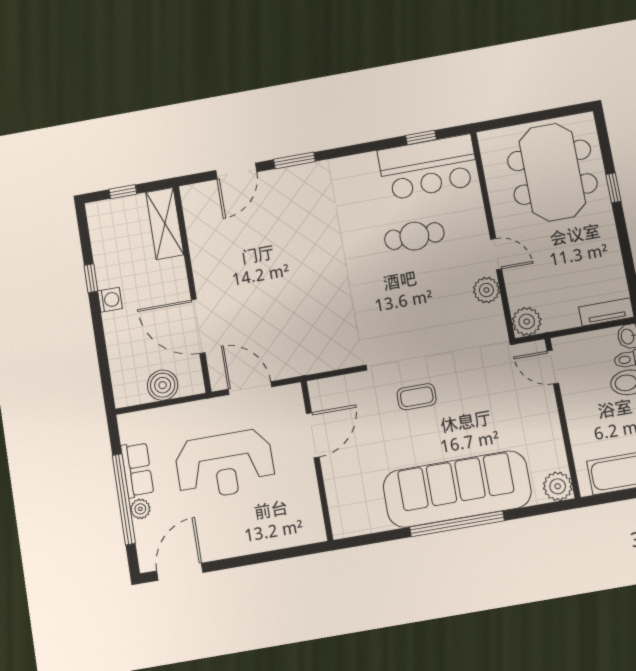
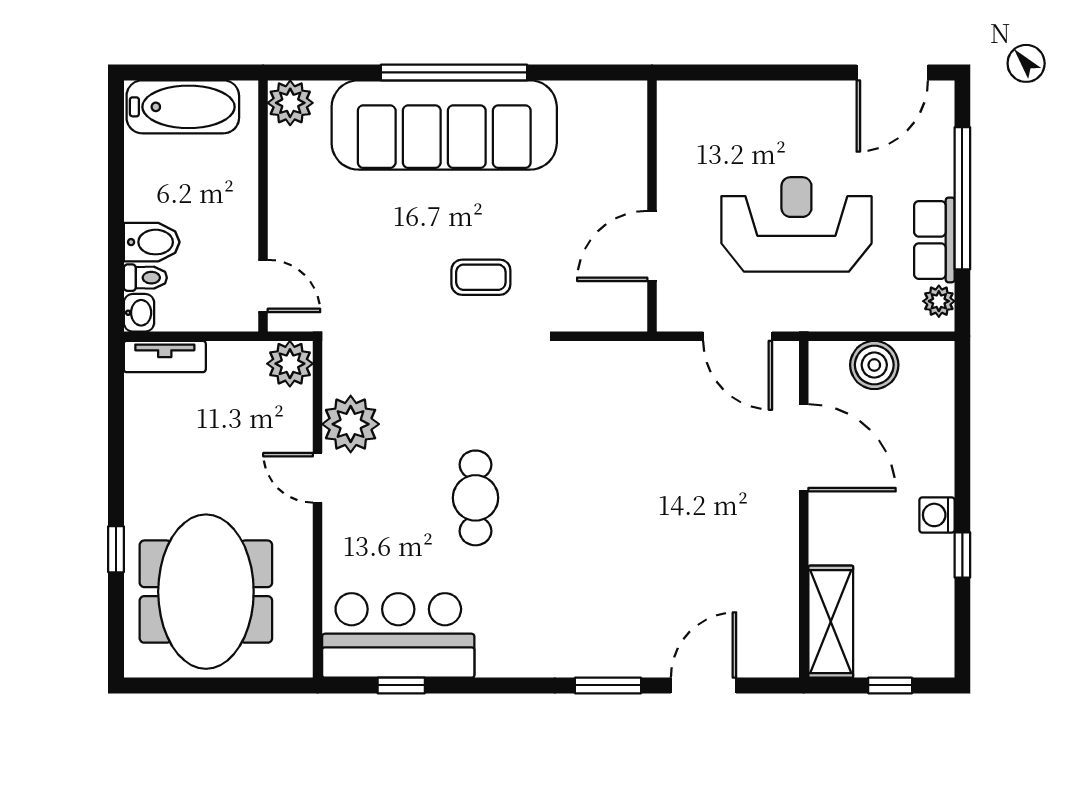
cafe table: (414, 236) -> (475, 498), moved, turned 90
plant: (486, 290) -> (351, 424), width x1.36, depth x1.36
plant: (140, 509) -> (939, 301), moved

